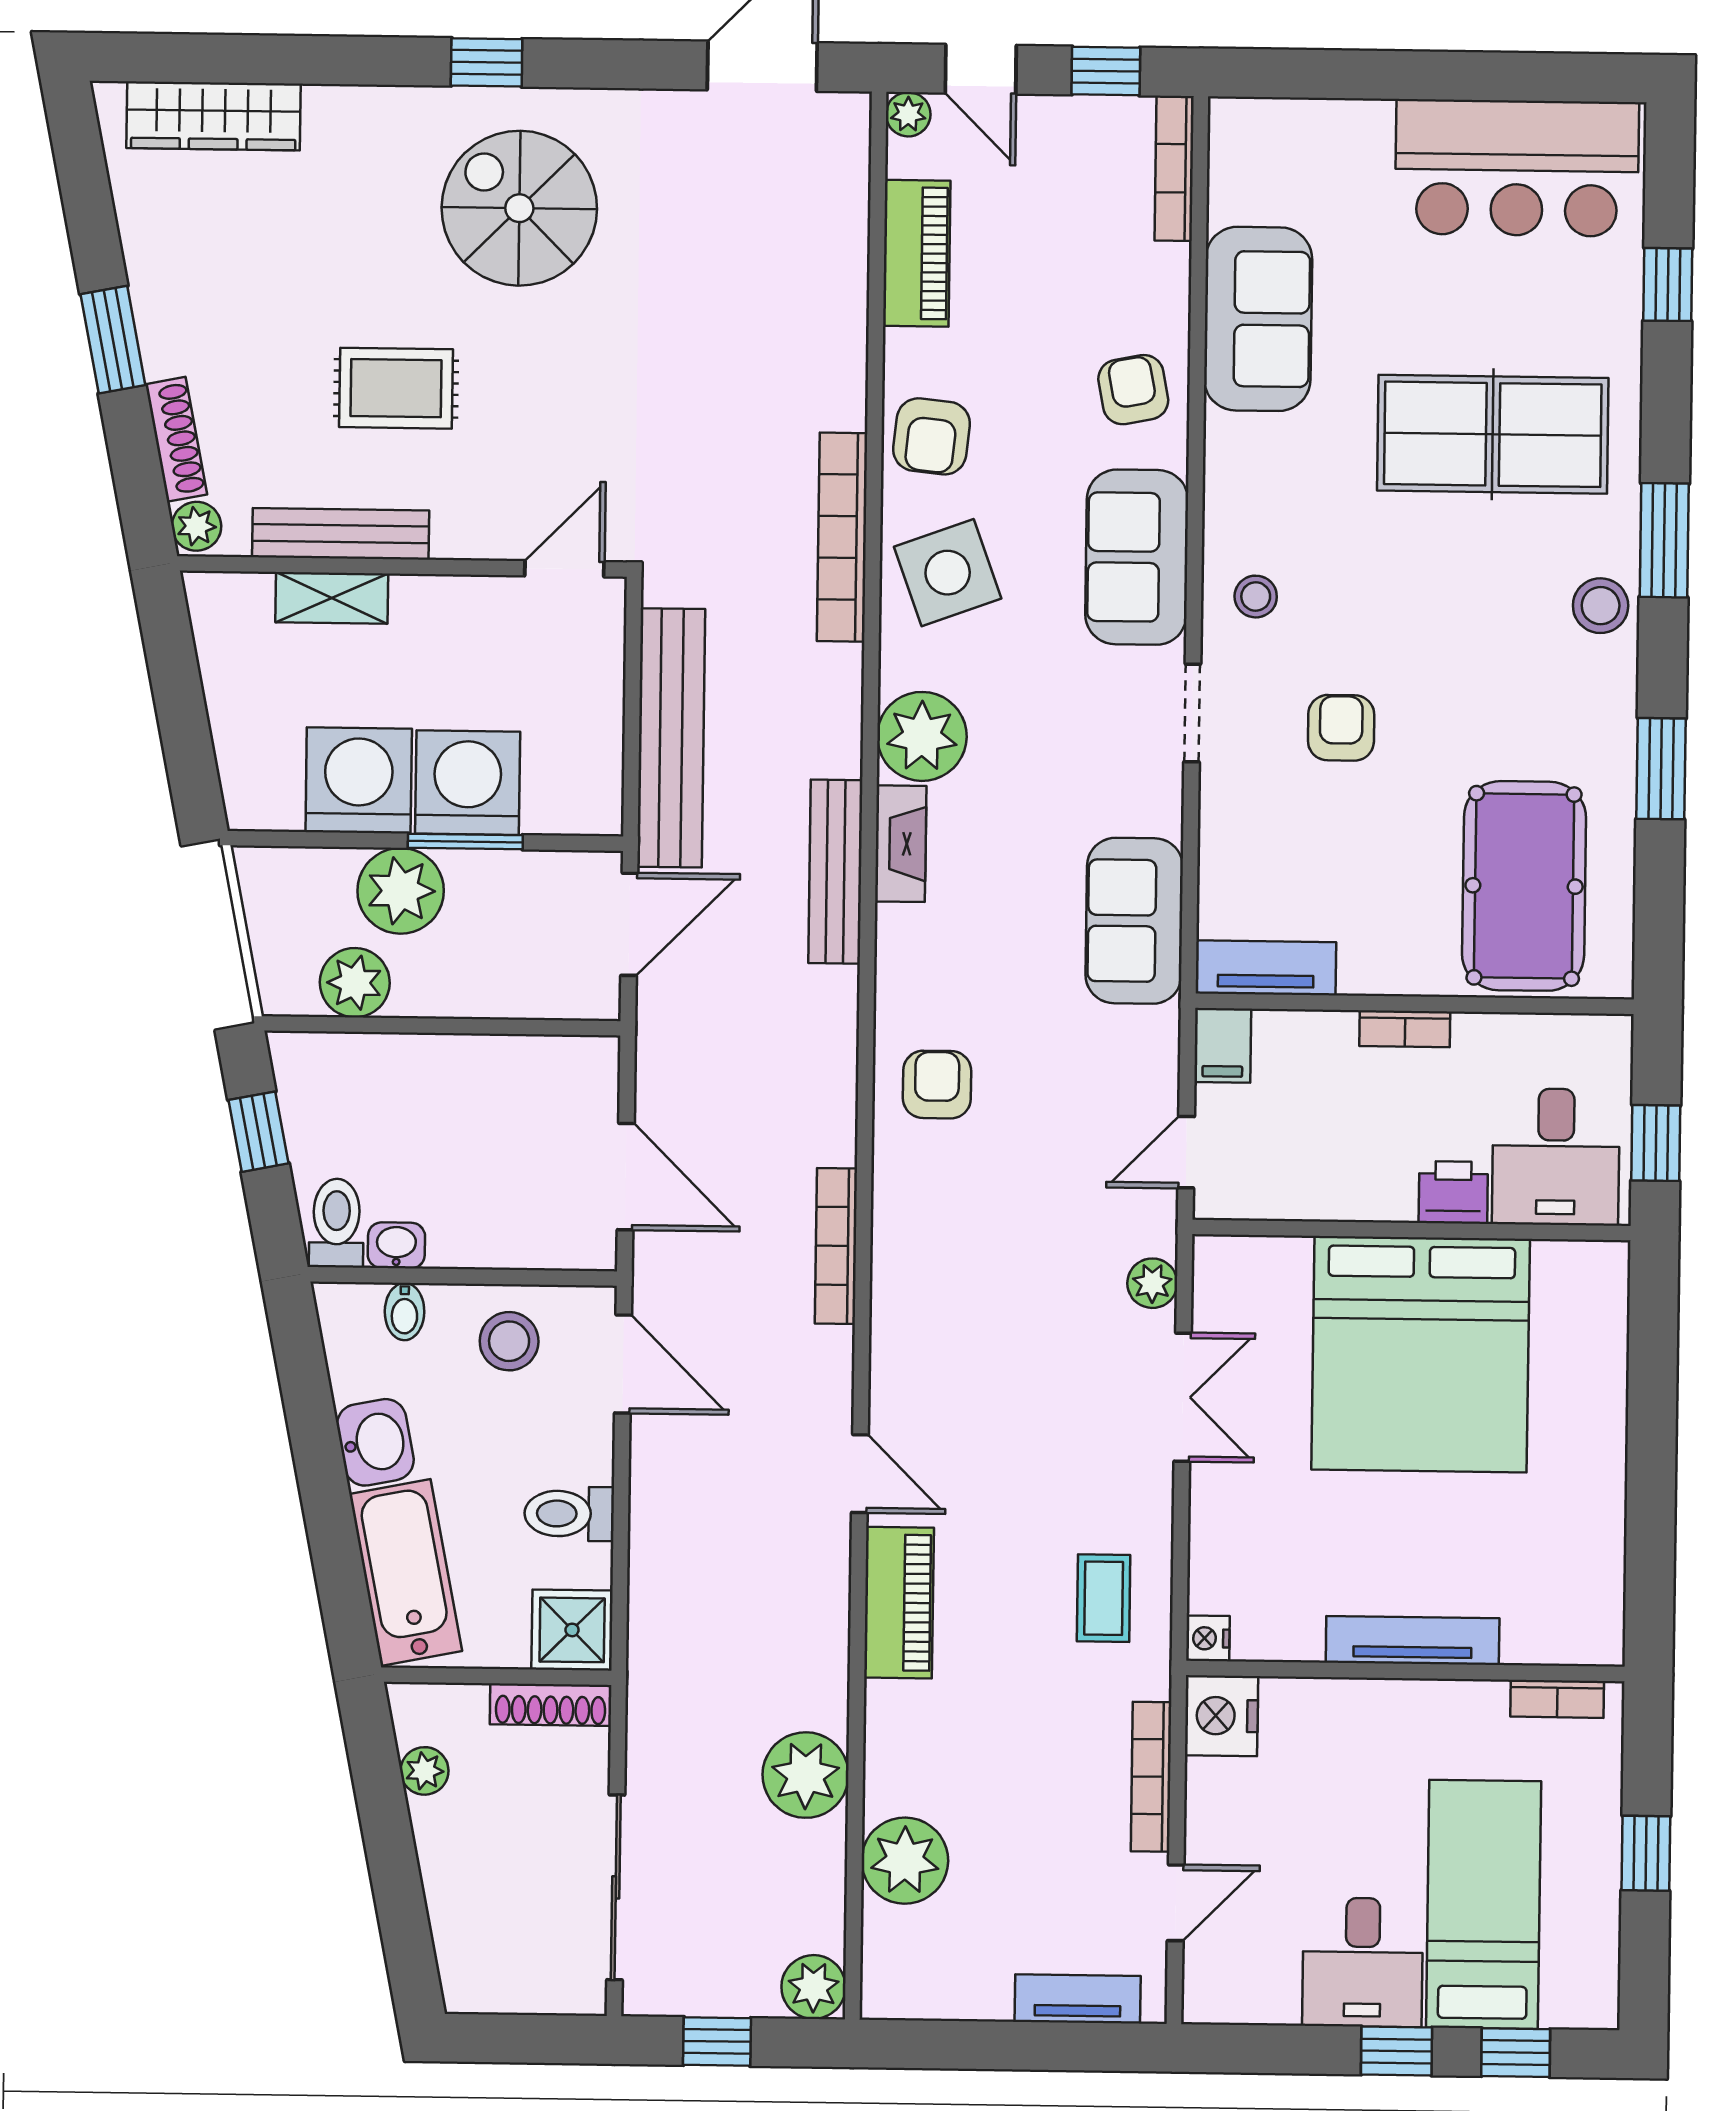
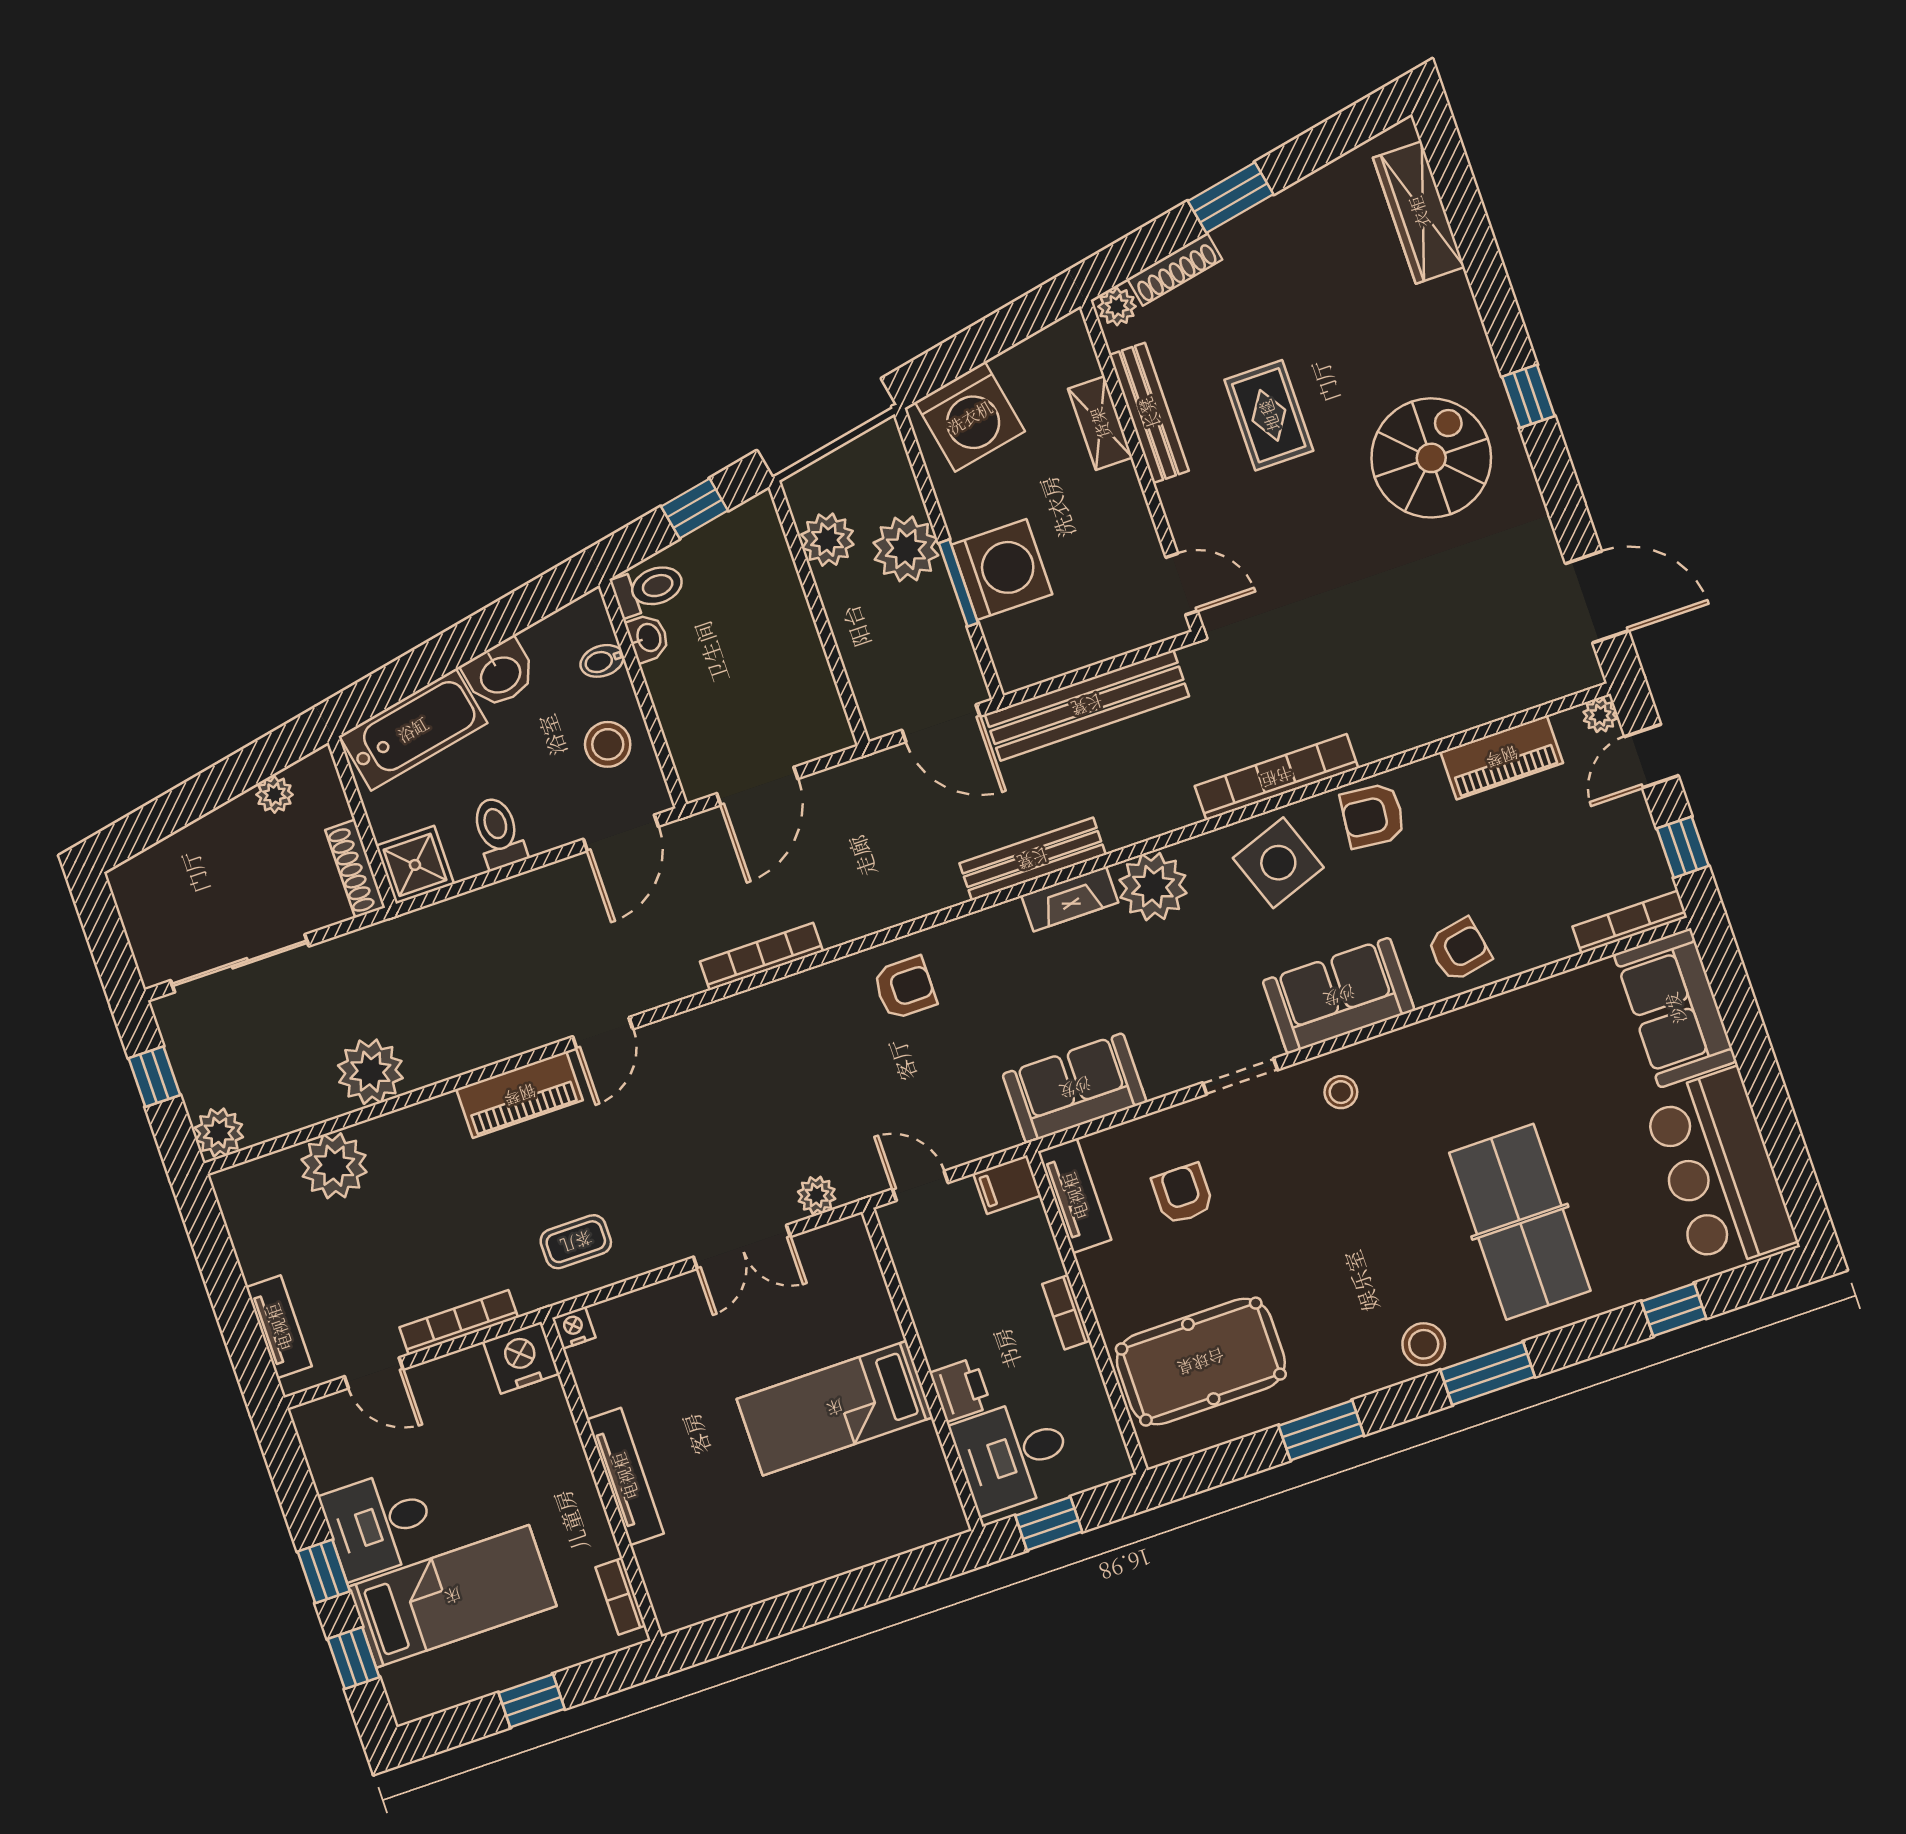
sofa: (1258, 319) -> (1675, 1008), moved, turned 90
armchair: (1341, 728) -> (1183, 1194), moved, turned -90
washing machine: (359, 780) -> (970, 417), moved, turned 79
bed: (1421, 1354) -> (835, 1408), width x0.49

